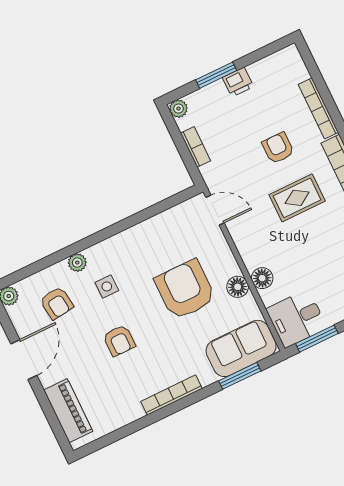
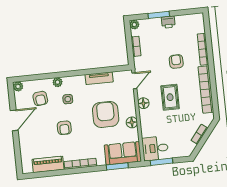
rug: (297, 198) -> (170, 97), moved, turned 90
door: (215, 210) -> (134, 81), hinge flipped
tv unit: (150, 228) -> (99, 78), added
floor lamp: (262, 278) -> (143, 103), moved
piano: (68, 411) -> (48, 164), moved, turned -90

